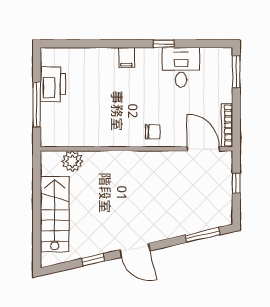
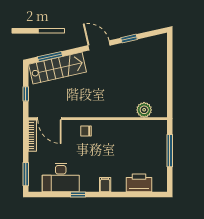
desk: (181, 67) -> (61, 178), width x1.37
printer: (53, 84) -> (139, 183), moved, turned 90
stairs: (55, 214) -> (58, 68), moved, turned -103

